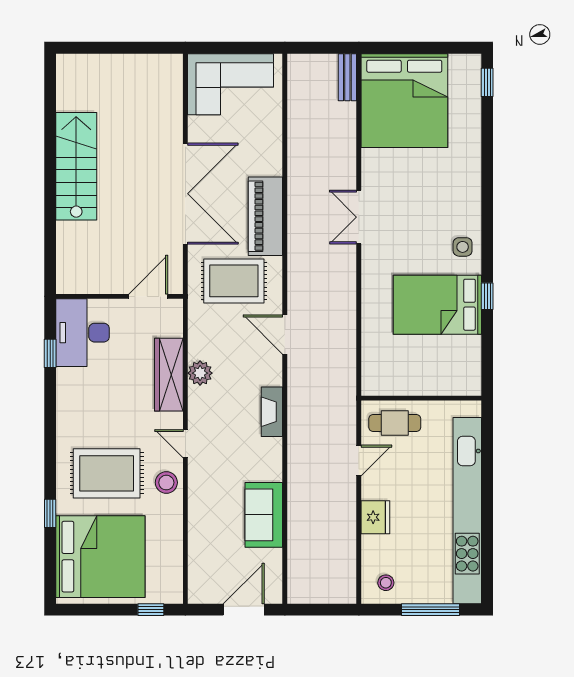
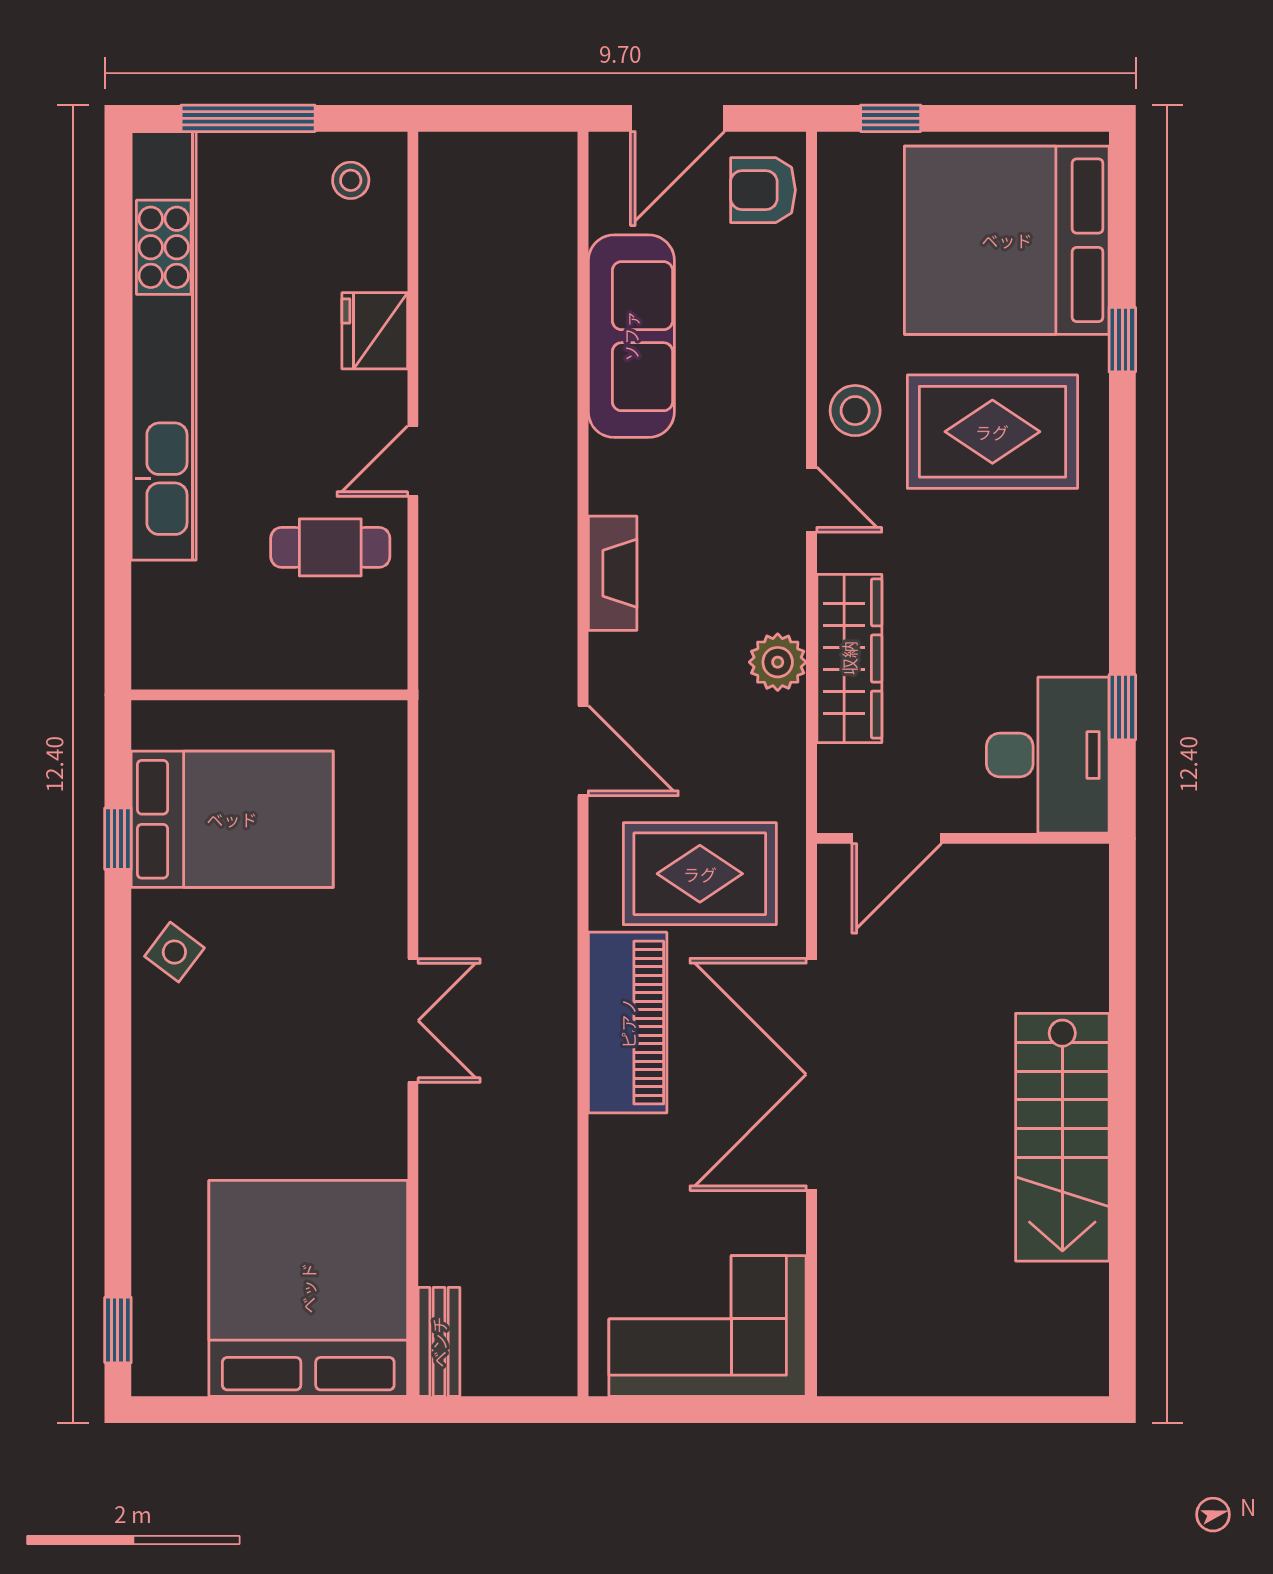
side table: (463, 247) -> (174, 952), turned 37
wall: (421, 398) -> (269, 695), moved
sofa: (264, 515) -> (631, 336), width x1.36
armchair: (206, 578) -> (763, 190), added

